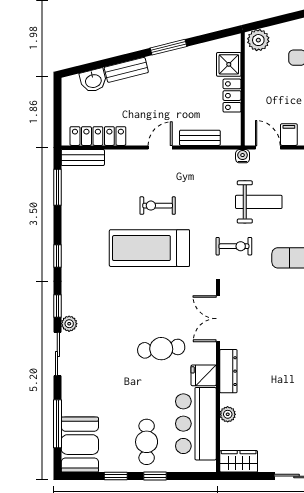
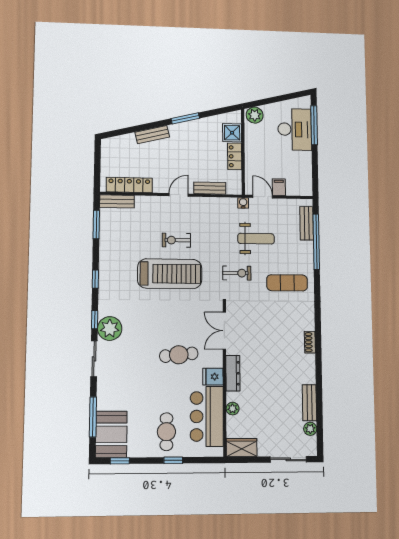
washbasin: (93, 80) -> (126, 142), removed
treadmill: (149, 248) -> (170, 274), turned 180
plant: (69, 324) -> (110, 328), width x1.88, depth x1.88
window: (116, 476) -> (120, 461), moved

